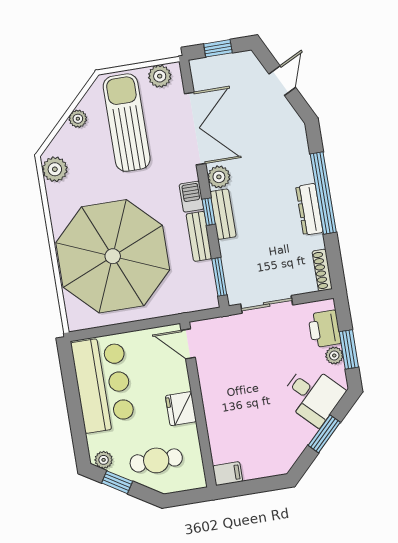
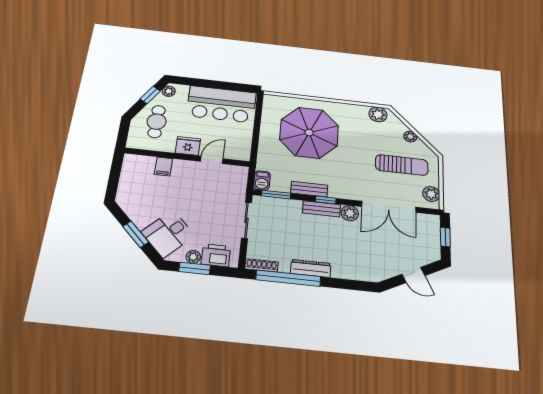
sun lounger: (127, 123) -> (402, 165), width x0.73, depth x0.75
window: (323, 193) -> (288, 278), moved
barbecue: (191, 197) -> (262, 180), moved, turned 90
parasol: (113, 256) -> (309, 133), width x0.73, depth x0.73
door: (188, 344) -> (212, 160), moved
filing cabinet: (228, 474) -> (163, 166), moved

